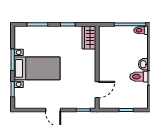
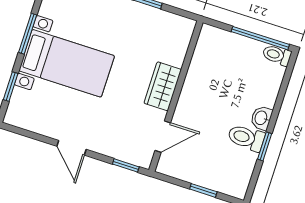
wardrobe: (89, 37) -> (163, 86), moved

